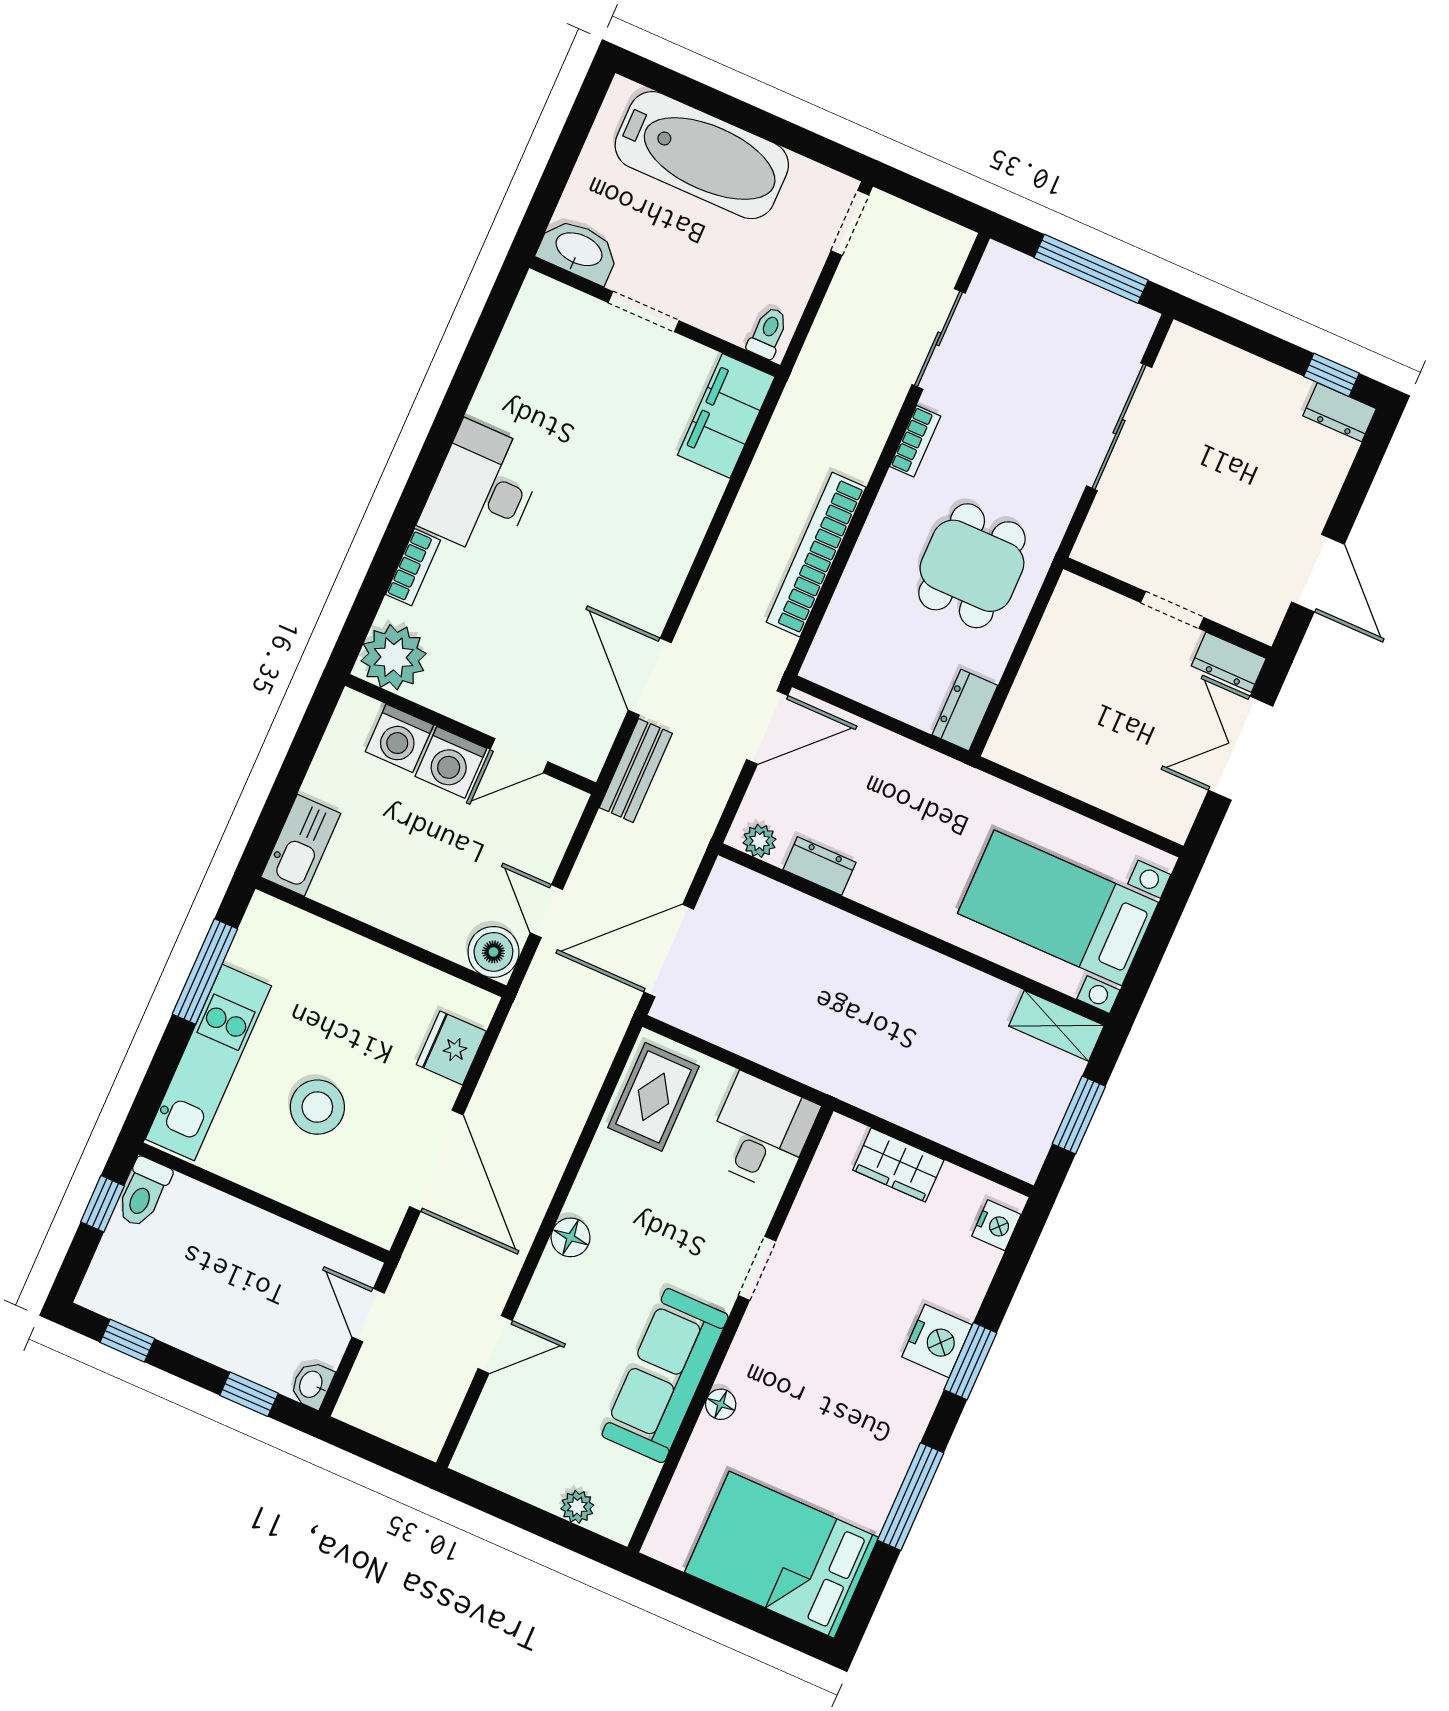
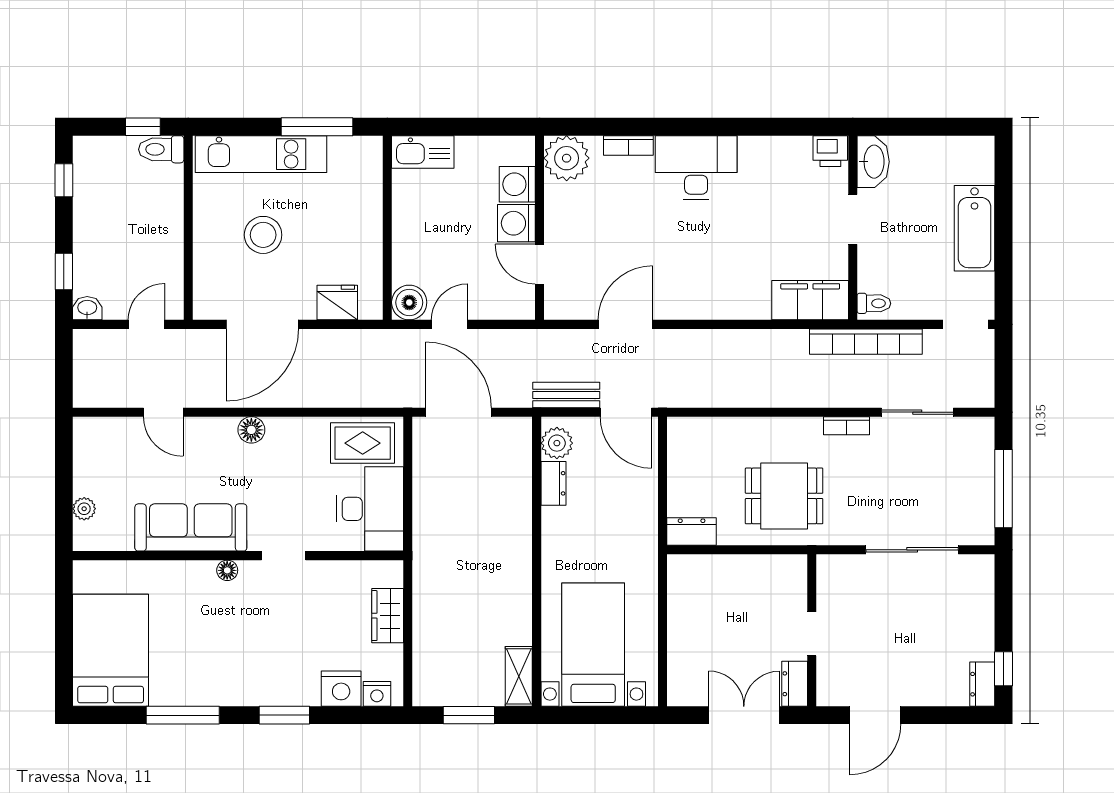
bathtub: (702, 155) -> (975, 228), width x0.73, depth x0.73
printer: (539, 301) -> (830, 151), added
bookcase: (816, 555) -> (866, 342), moved, turned 180
bench: (636, 770) -> (566, 395), moved
plant: (760, 841) -> (557, 443), width x1.38, depth x1.38
desk: (761, 1132) -> (370, 509), width x1.37
nightstand: (937, 1341) -> (341, 689), moved
floor lamp: (721, 1404) -> (227, 570), moved

